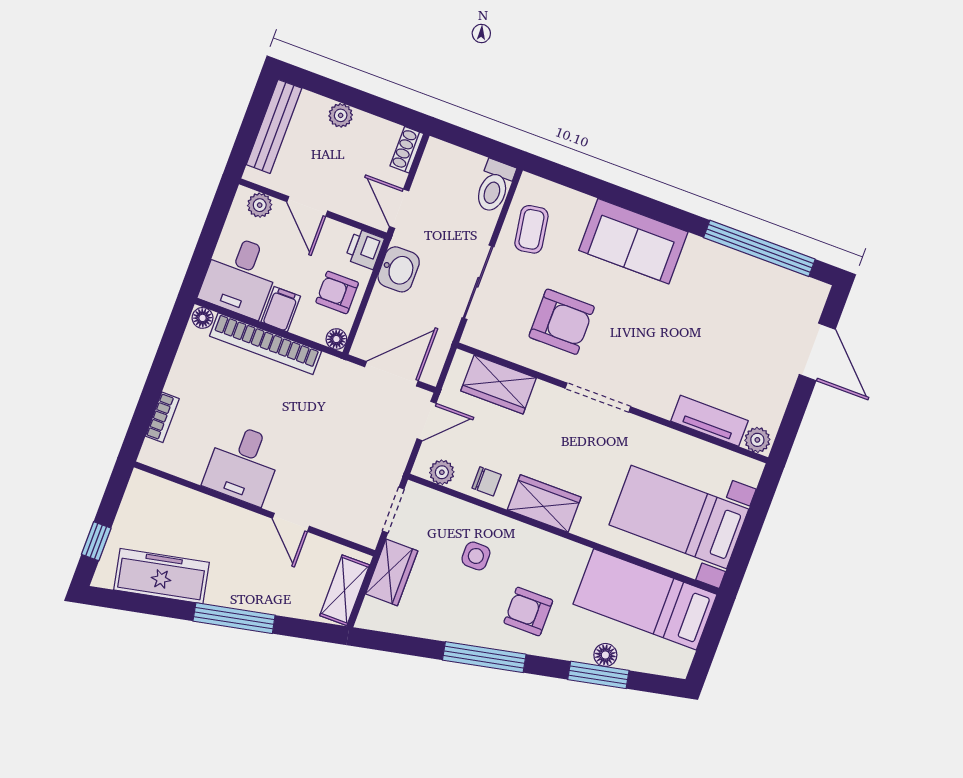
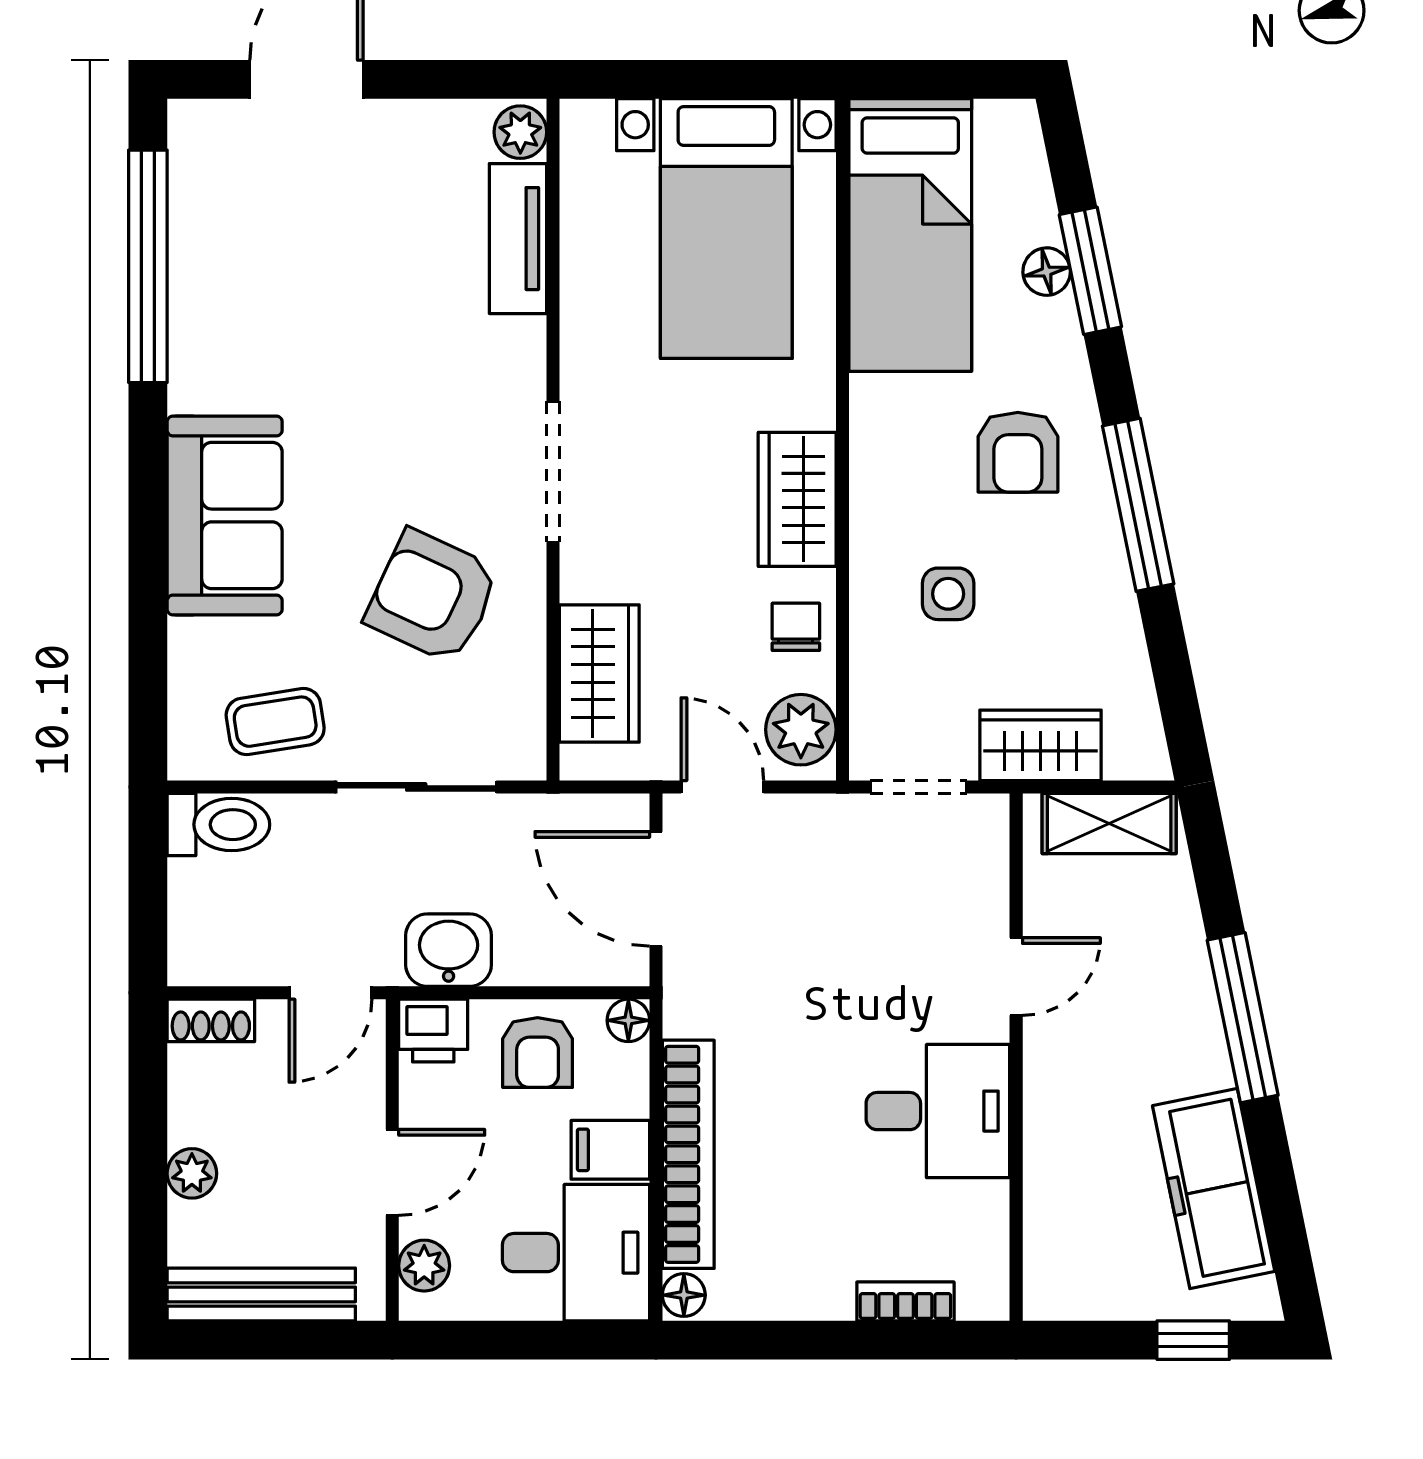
armchair: (562, 322) -> (432, 596), turned -65
plant: (442, 472) -> (801, 730), width x1.38, depth x1.38

